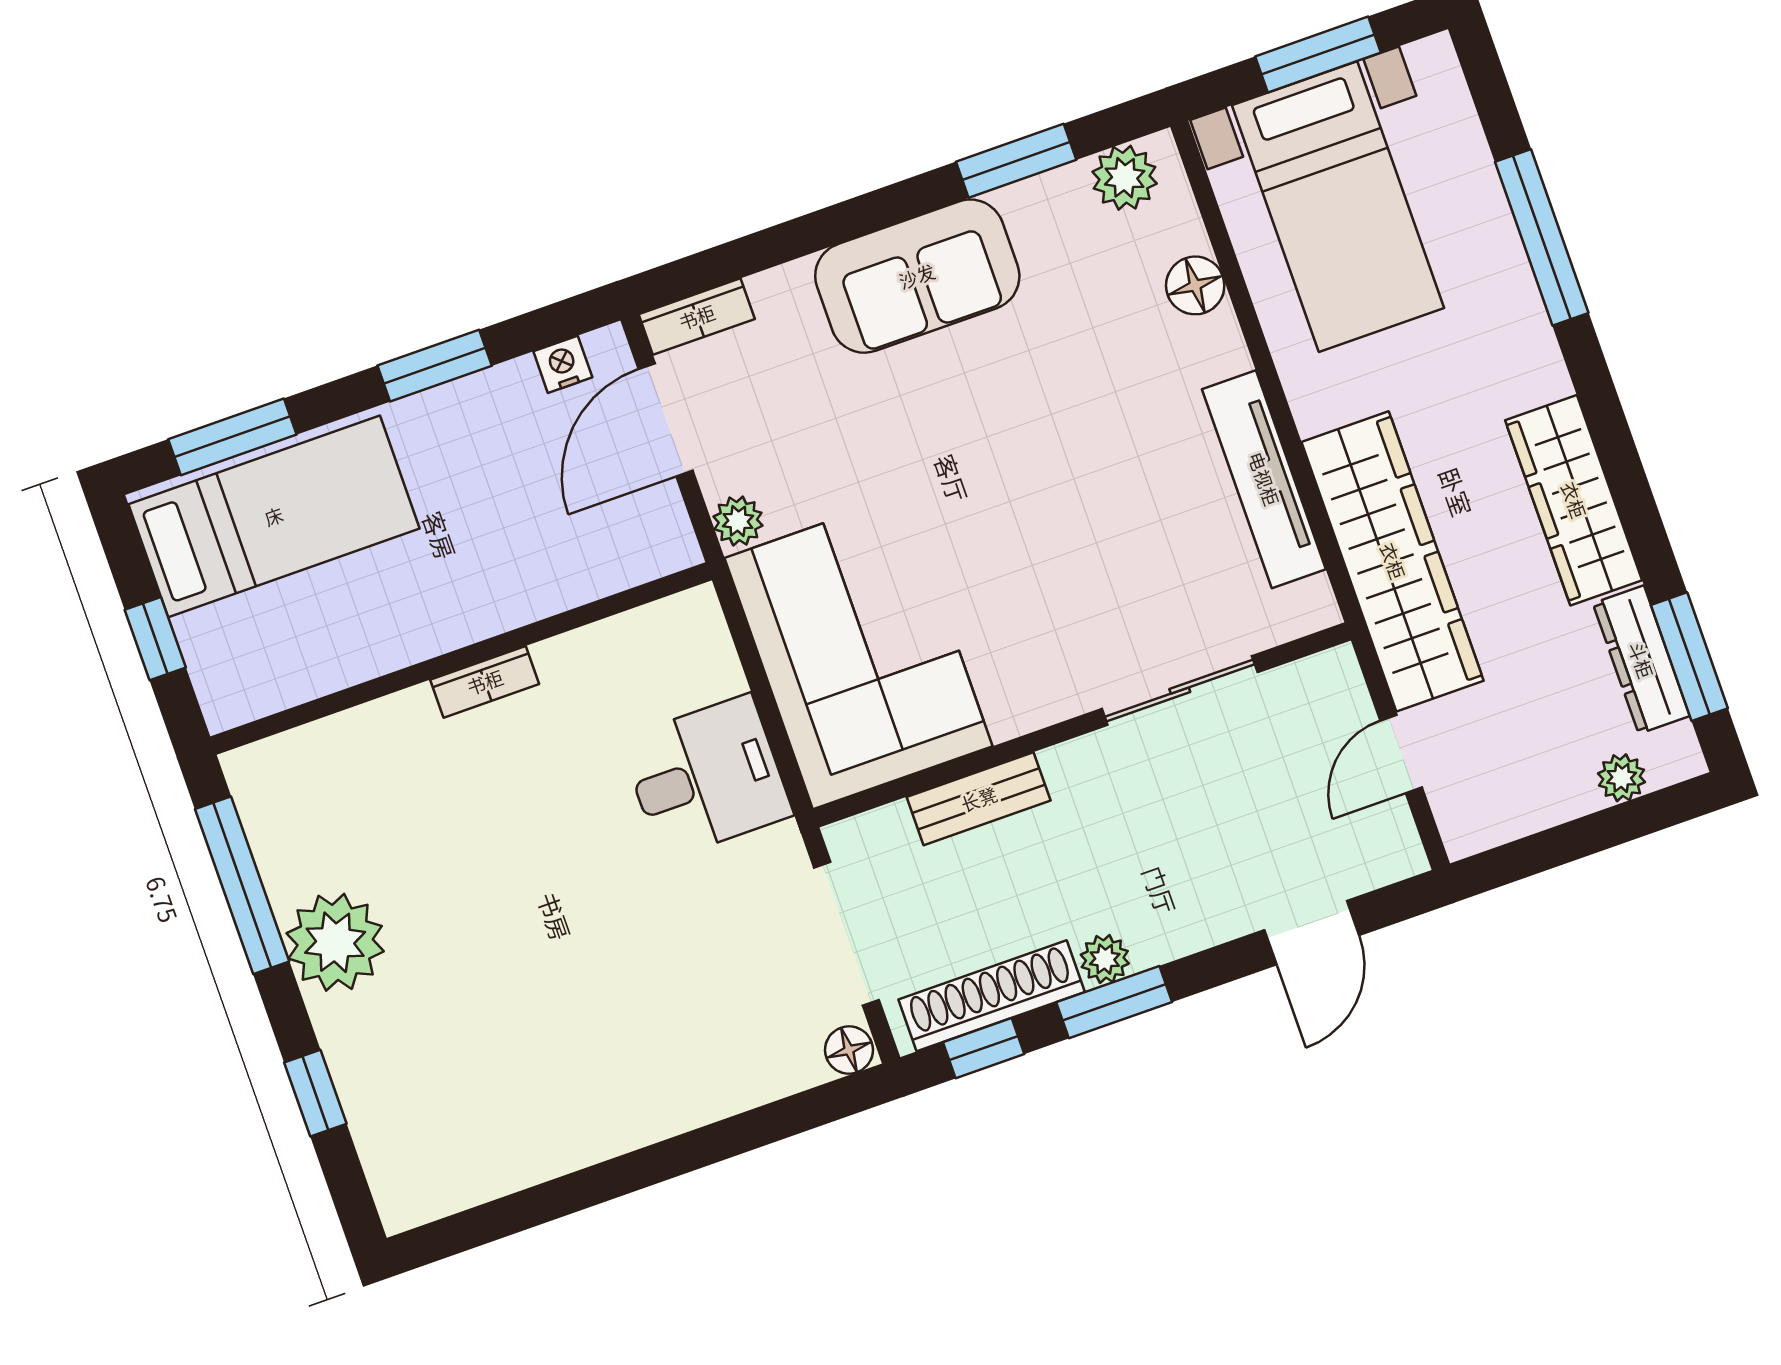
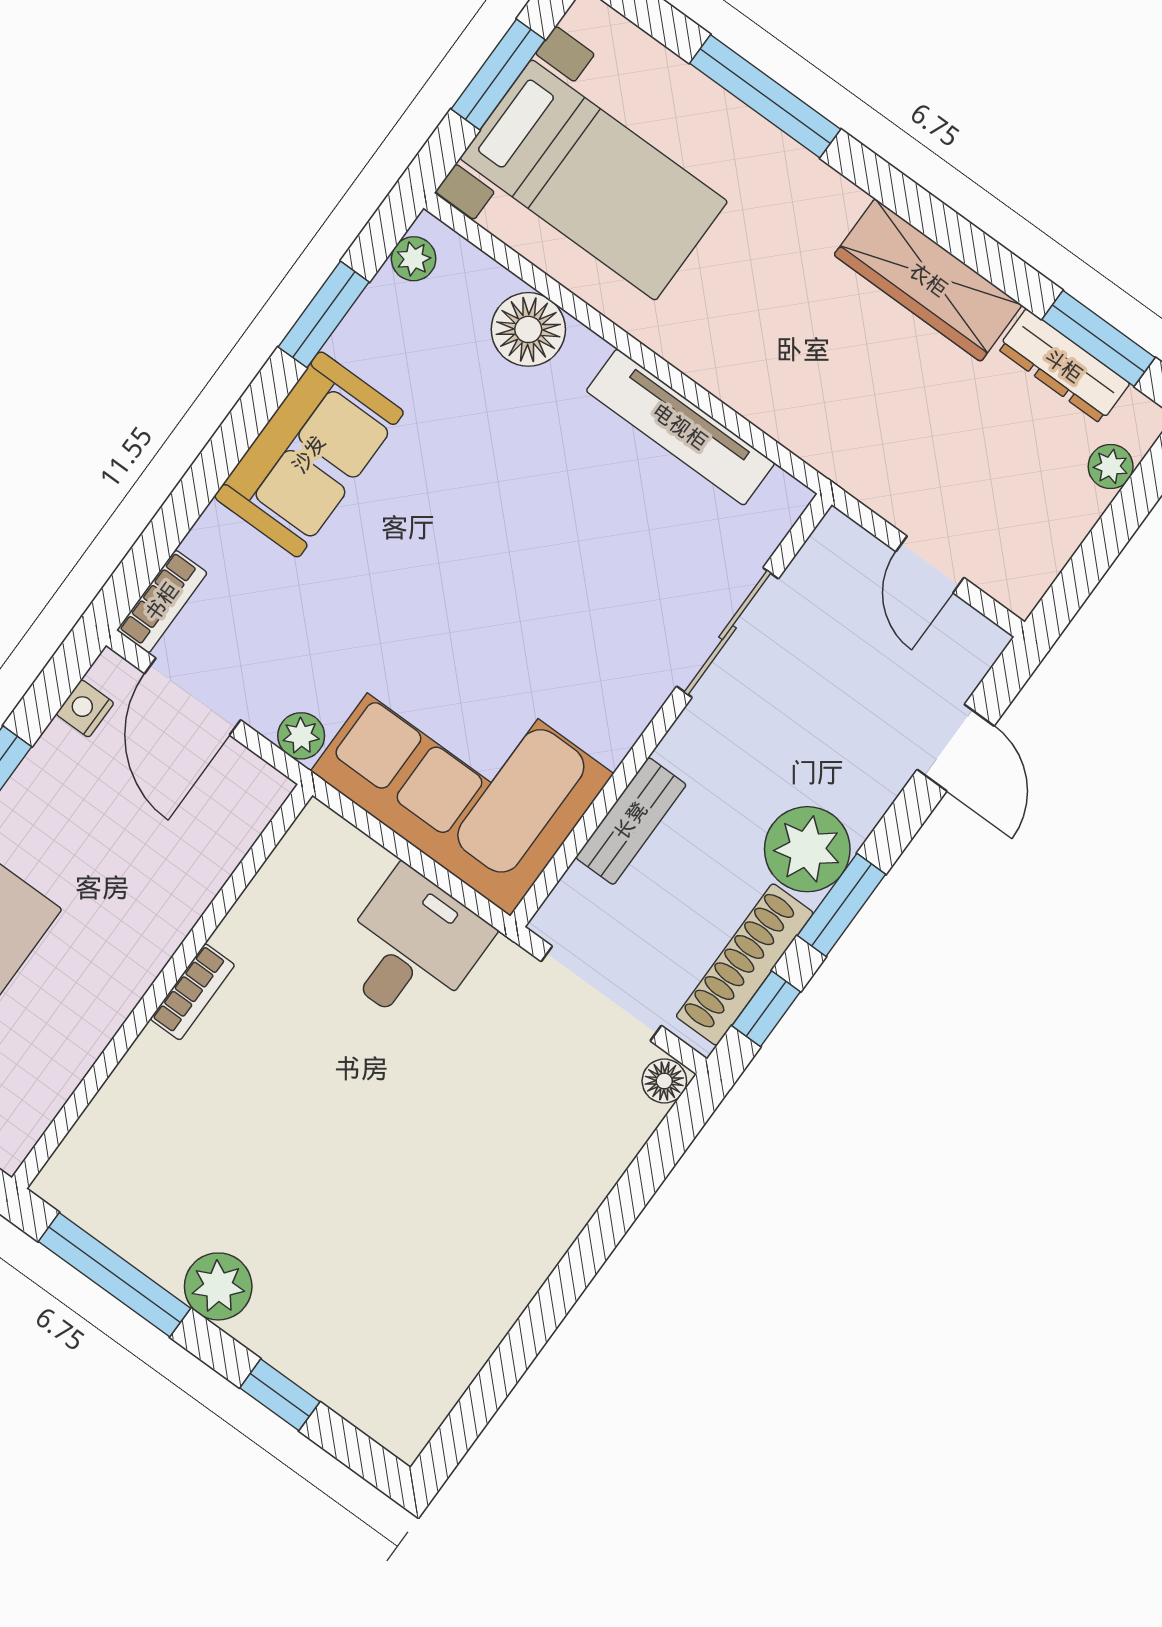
plant: (1125, 178) -> (414, 259), width x0.73, depth x0.73
floor lamp: (1195, 285) -> (528, 329), width x1.38, depth x1.38
wardrobe: (1393, 561) -> (822, 422), removed
plant: (335, 942) -> (218, 1286), width x0.73, depth x0.73
plant: (1105, 959) -> (807, 849), width x1.88, depth x1.88

